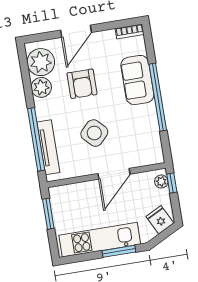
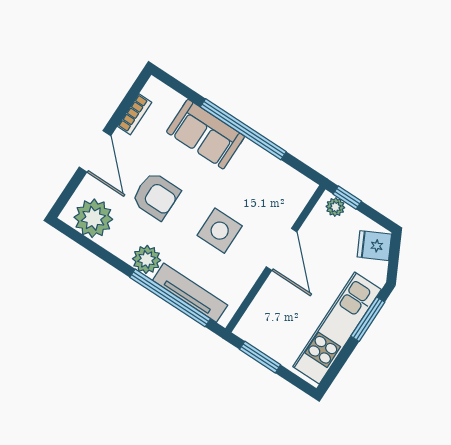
bookcase: (130, 32) -> (135, 114), moved
plant: (41, 87) -> (147, 259), moved
side table: (94, 133) -> (220, 231), turned 45

